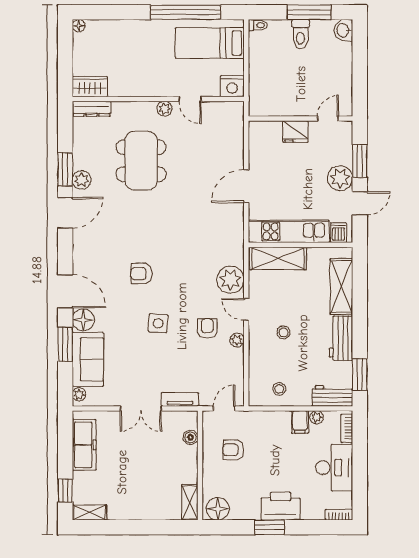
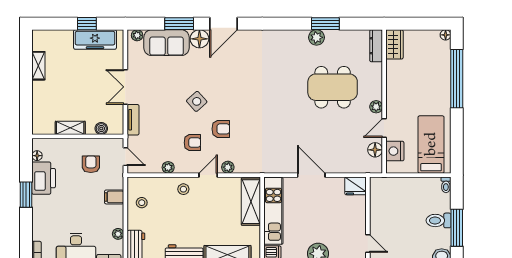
window: (186, 12) -> (457, 79), moved
nightstand: (232, 86) -> (395, 151), moved
floor lamp: (216, 110) -> (375, 150), added
fridge: (295, 132) -> (355, 186), moved, turned -90
door: (65, 213) -> (289, 24), removed
armchair: (141, 274) -> (221, 129), moved, turned 90
plant: (230, 280) -> (228, 167), width x0.53, depth x0.53
side table: (158, 323) -> (197, 101), turned 45
stool: (283, 332) -> (183, 189), moved
plant: (237, 340) -> (168, 167), moved
filing cabinet: (300, 422) -> (114, 197), moved
window: (65, 491) -> (87, 24), moved
shelving: (190, 502) -> (70, 128), moved
printer: (281, 506) -> (44, 178), moved
floor lamp: (218, 509) -> (37, 156), width x0.53, depth x0.53
shelving: (89, 512) -> (38, 66), moved

